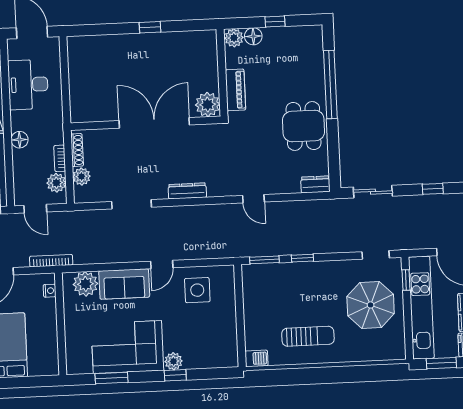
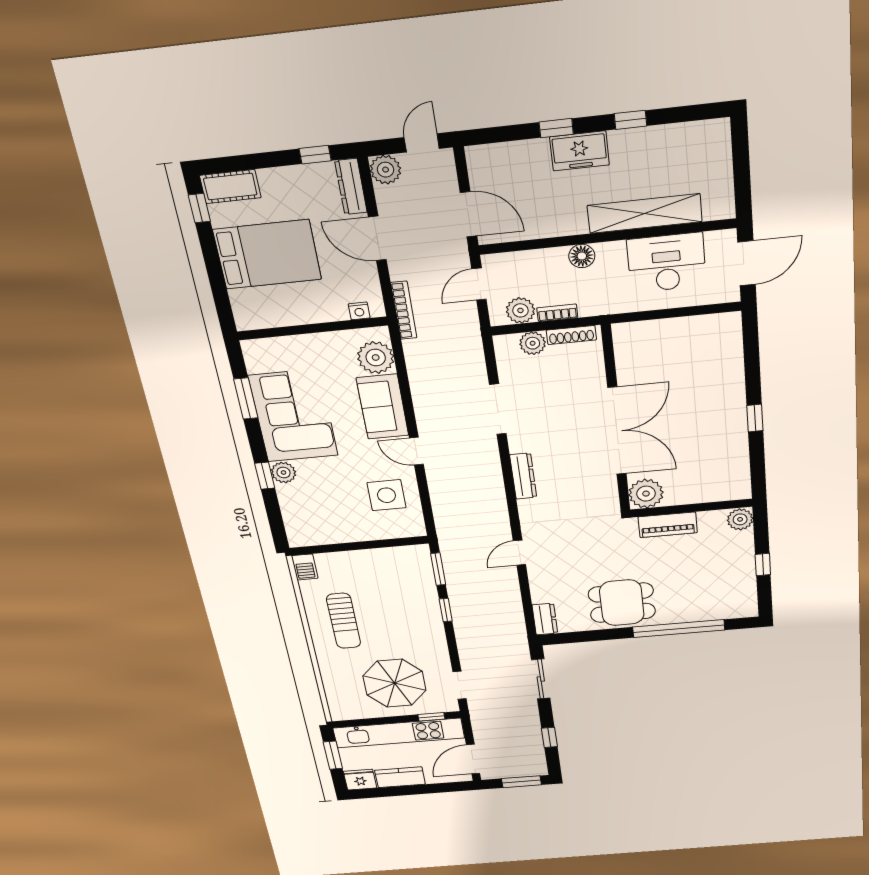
floor lamp: (253, 36) -> (742, 541), removed

